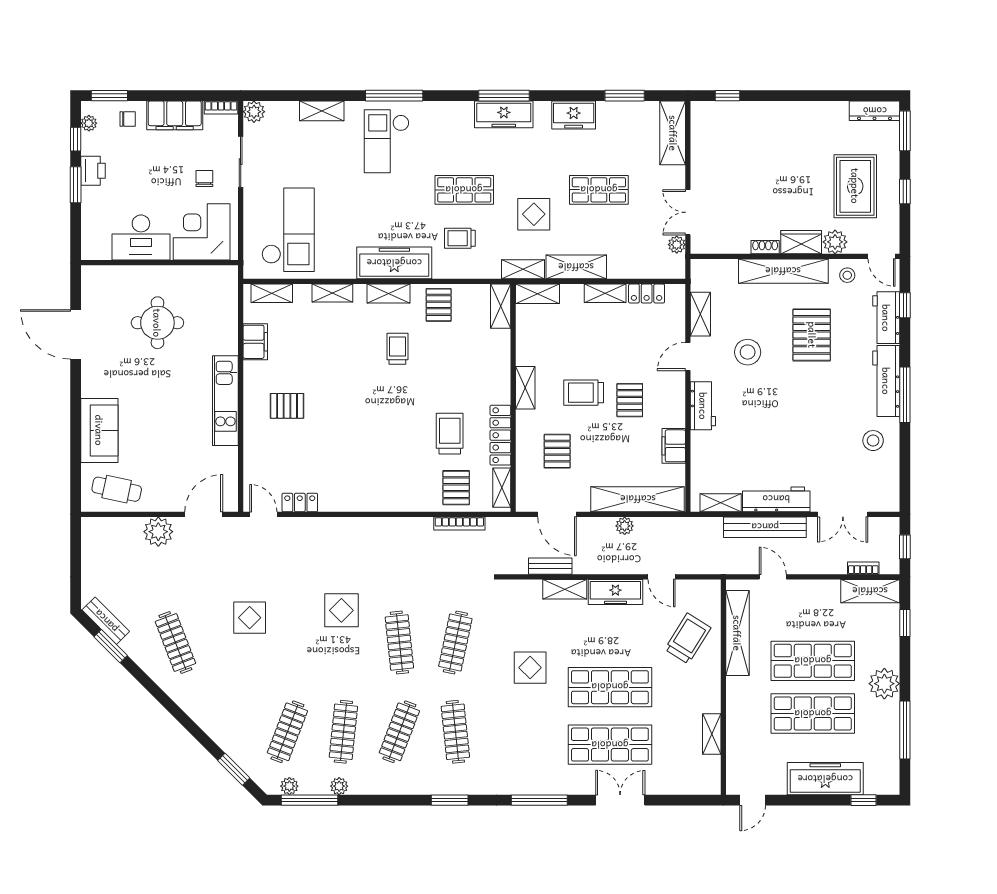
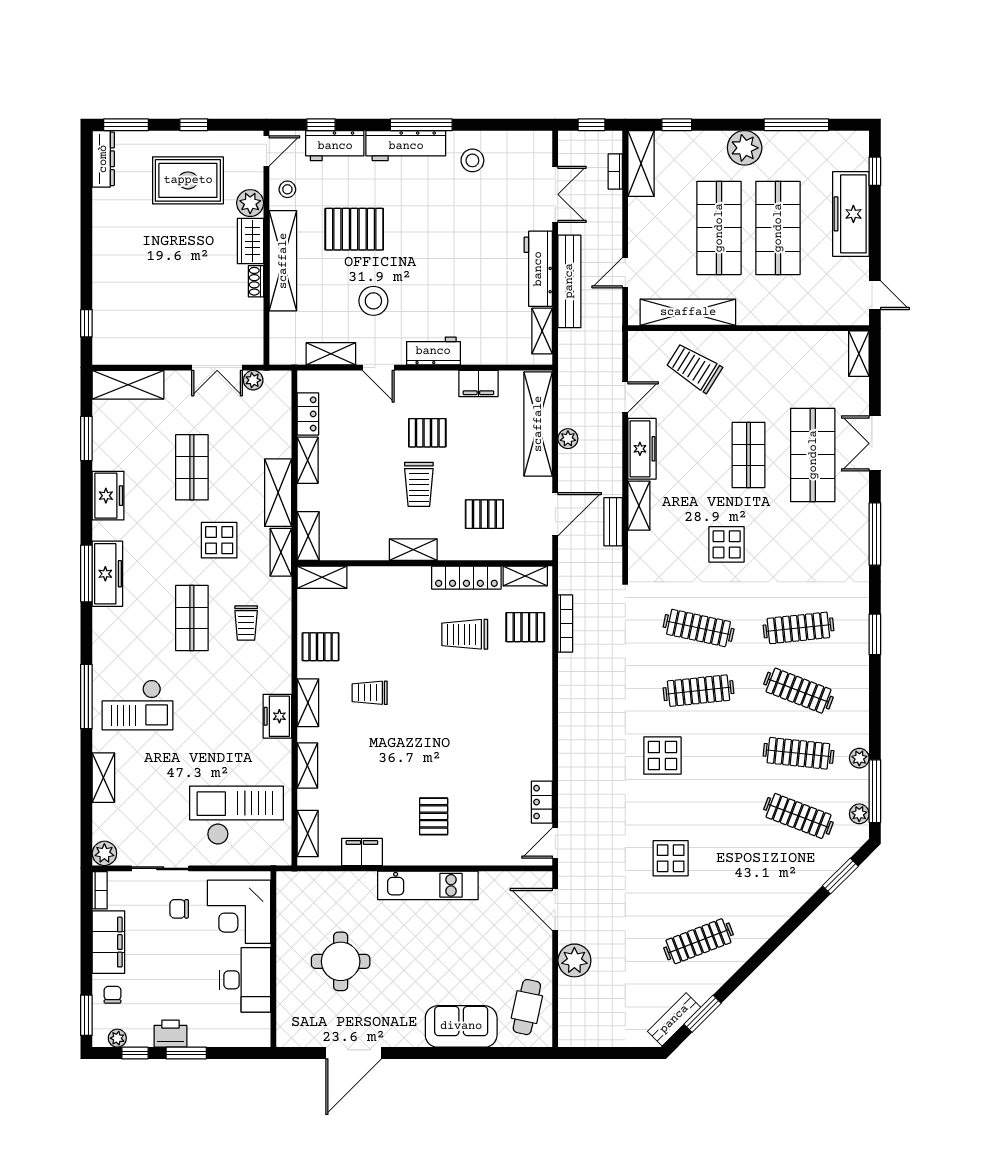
freezer: (394, 263) -> (277, 716), width x0.52, depth x0.79
shop shelf: (610, 687) -> (748, 455), width x0.70, depth x0.74
shelving: (712, 734) -> (859, 354), moved, turned 90

